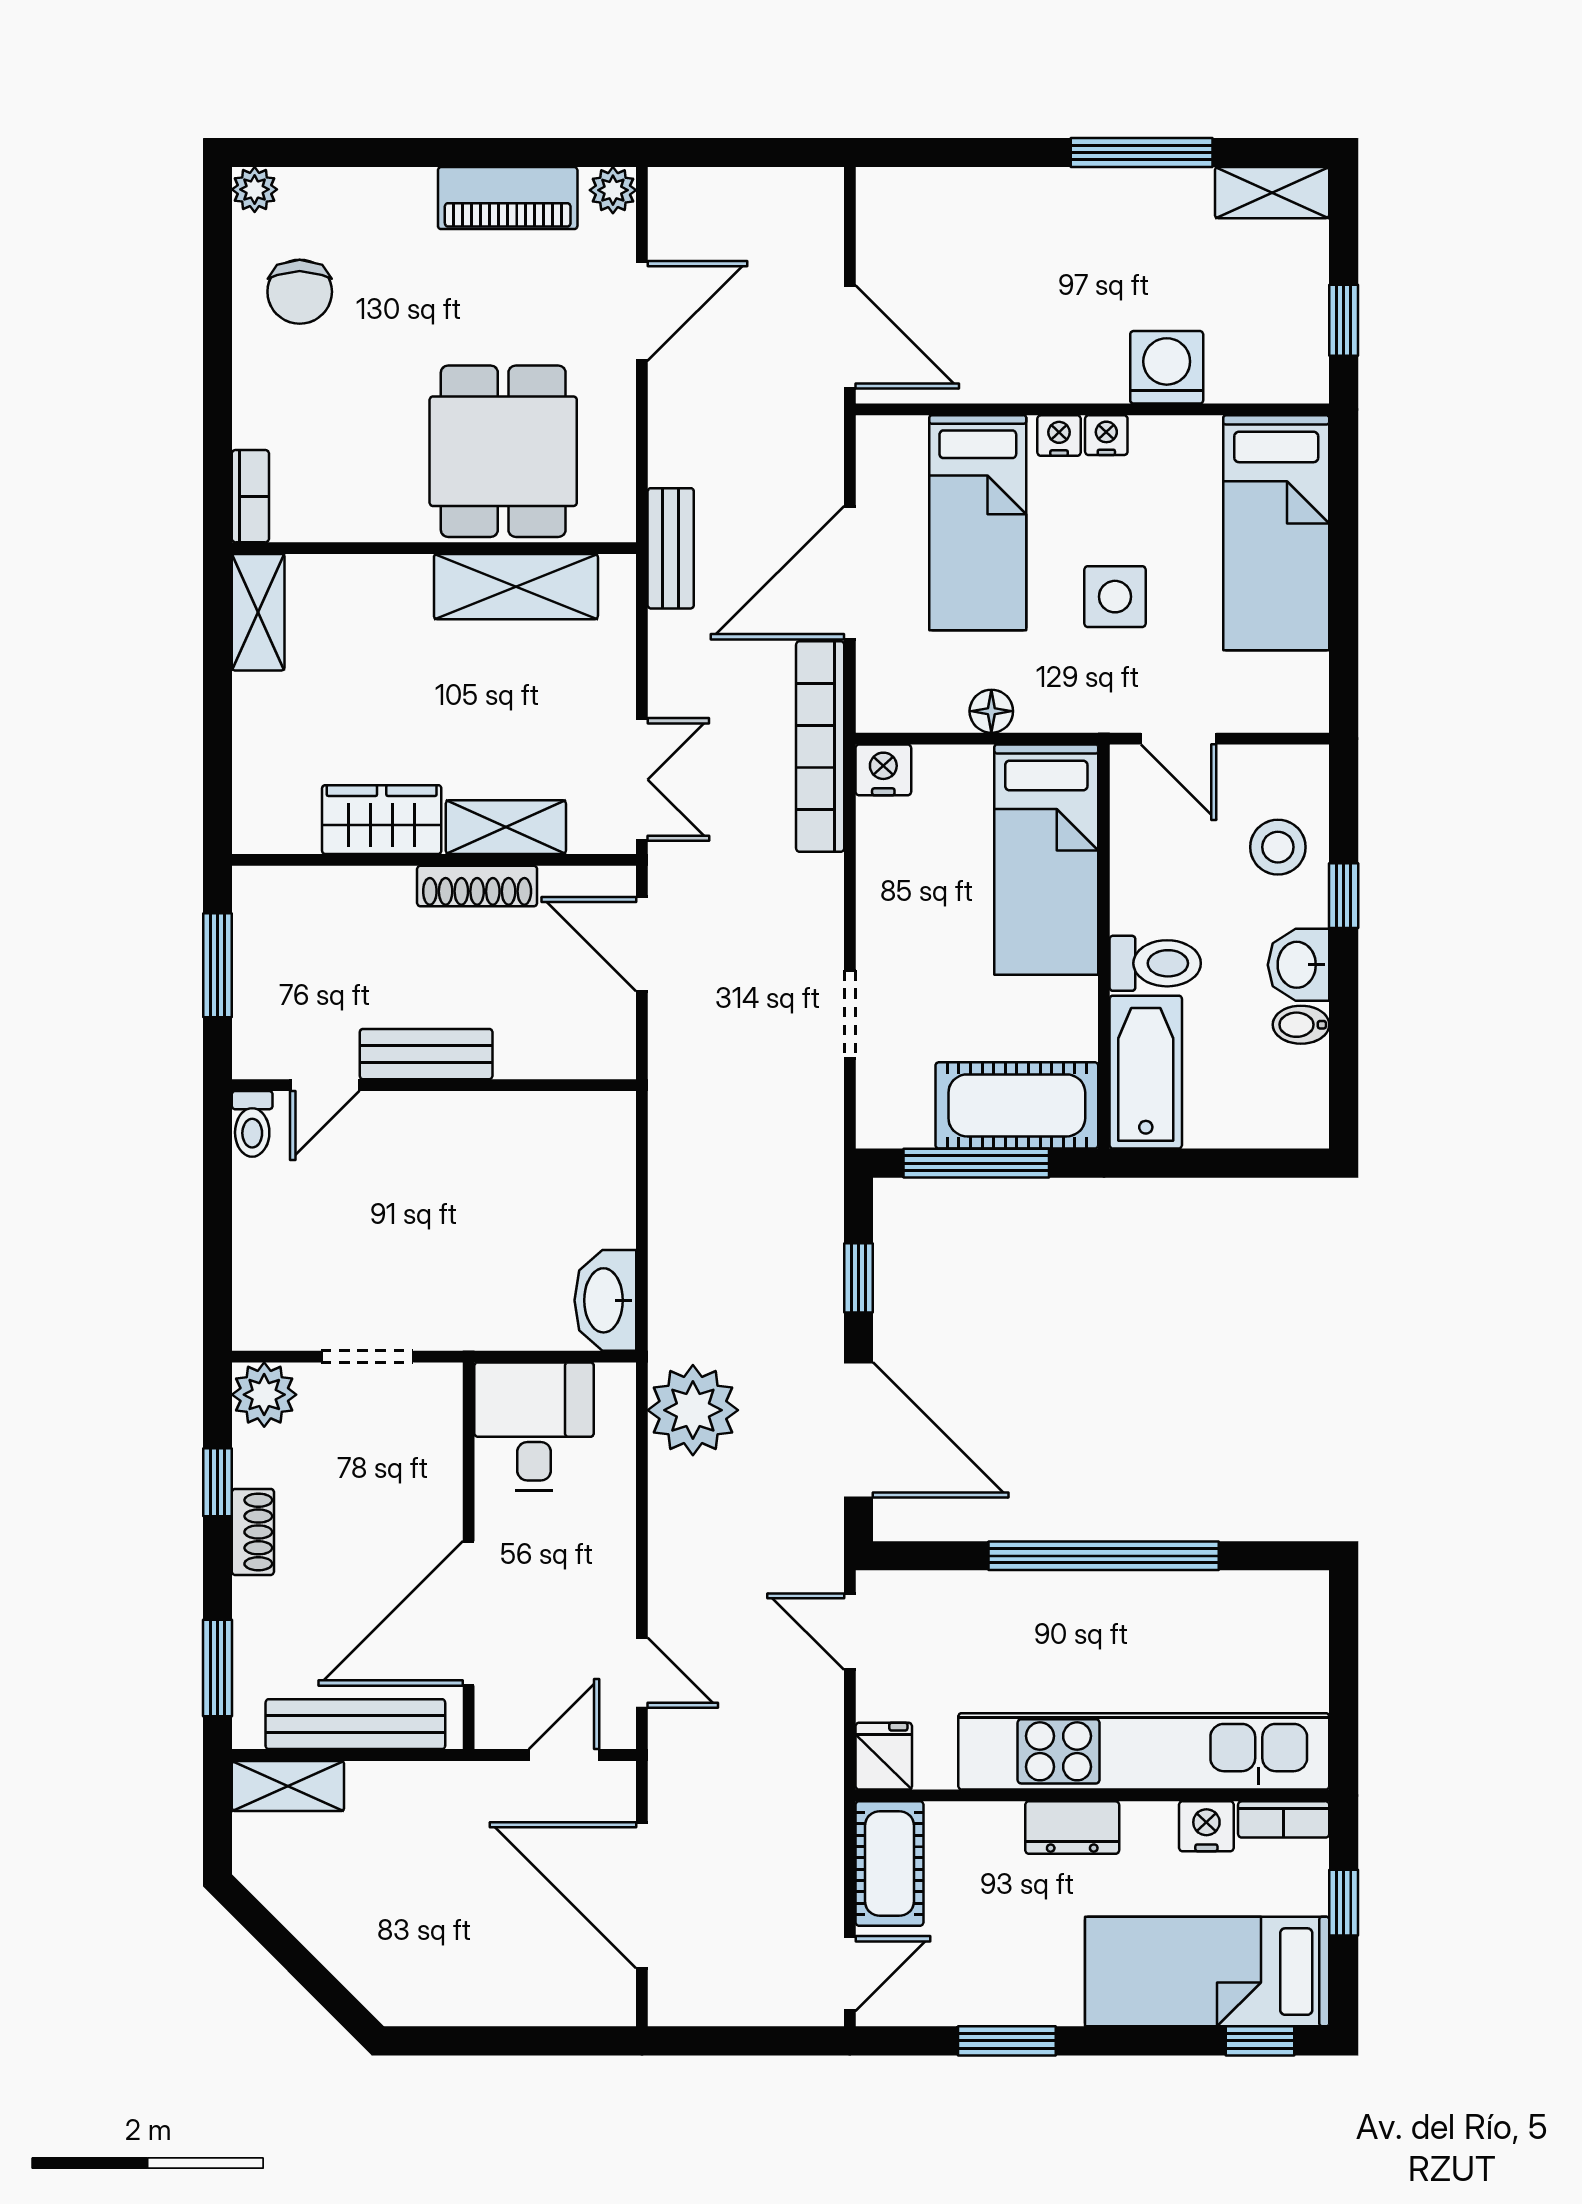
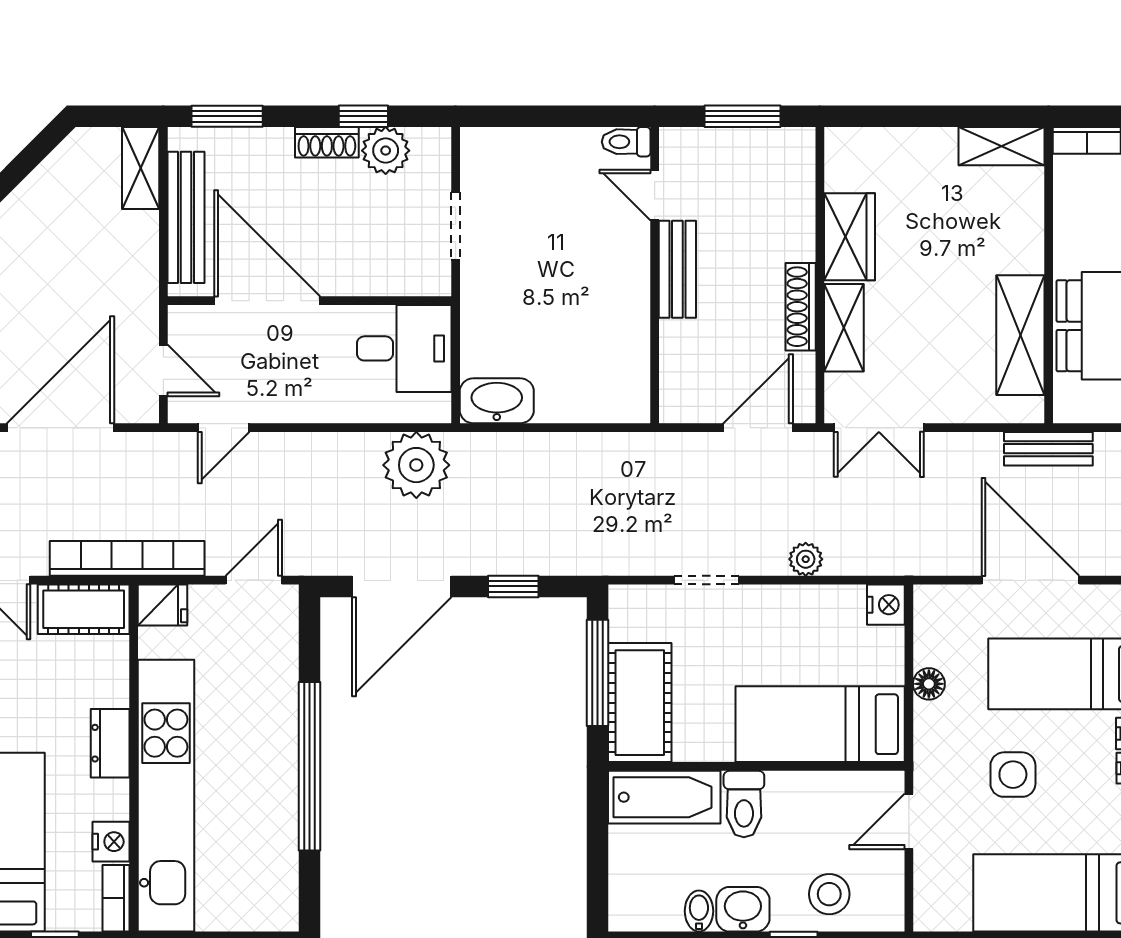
bookcase: (820, 746) -> (127, 558), moved
plant: (821, 879) -> (806, 559), added
plant: (264, 1395) -> (386, 151), moved

